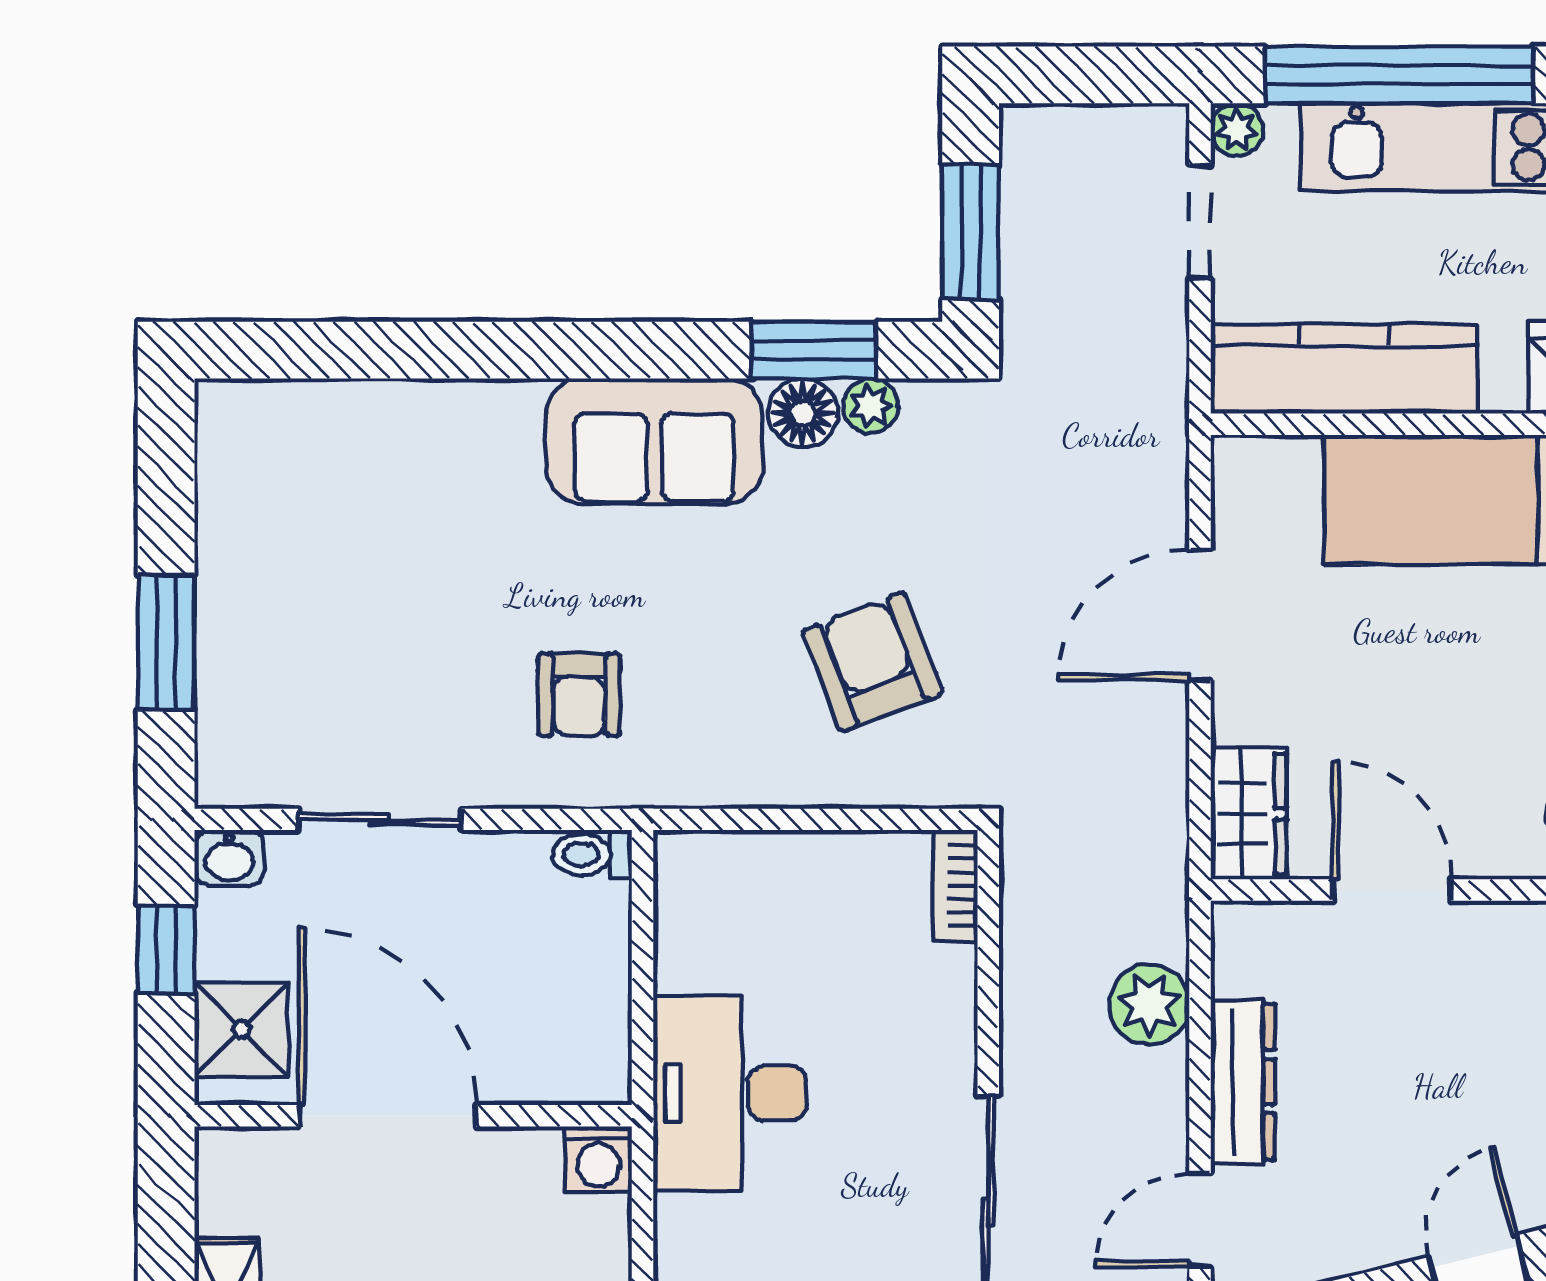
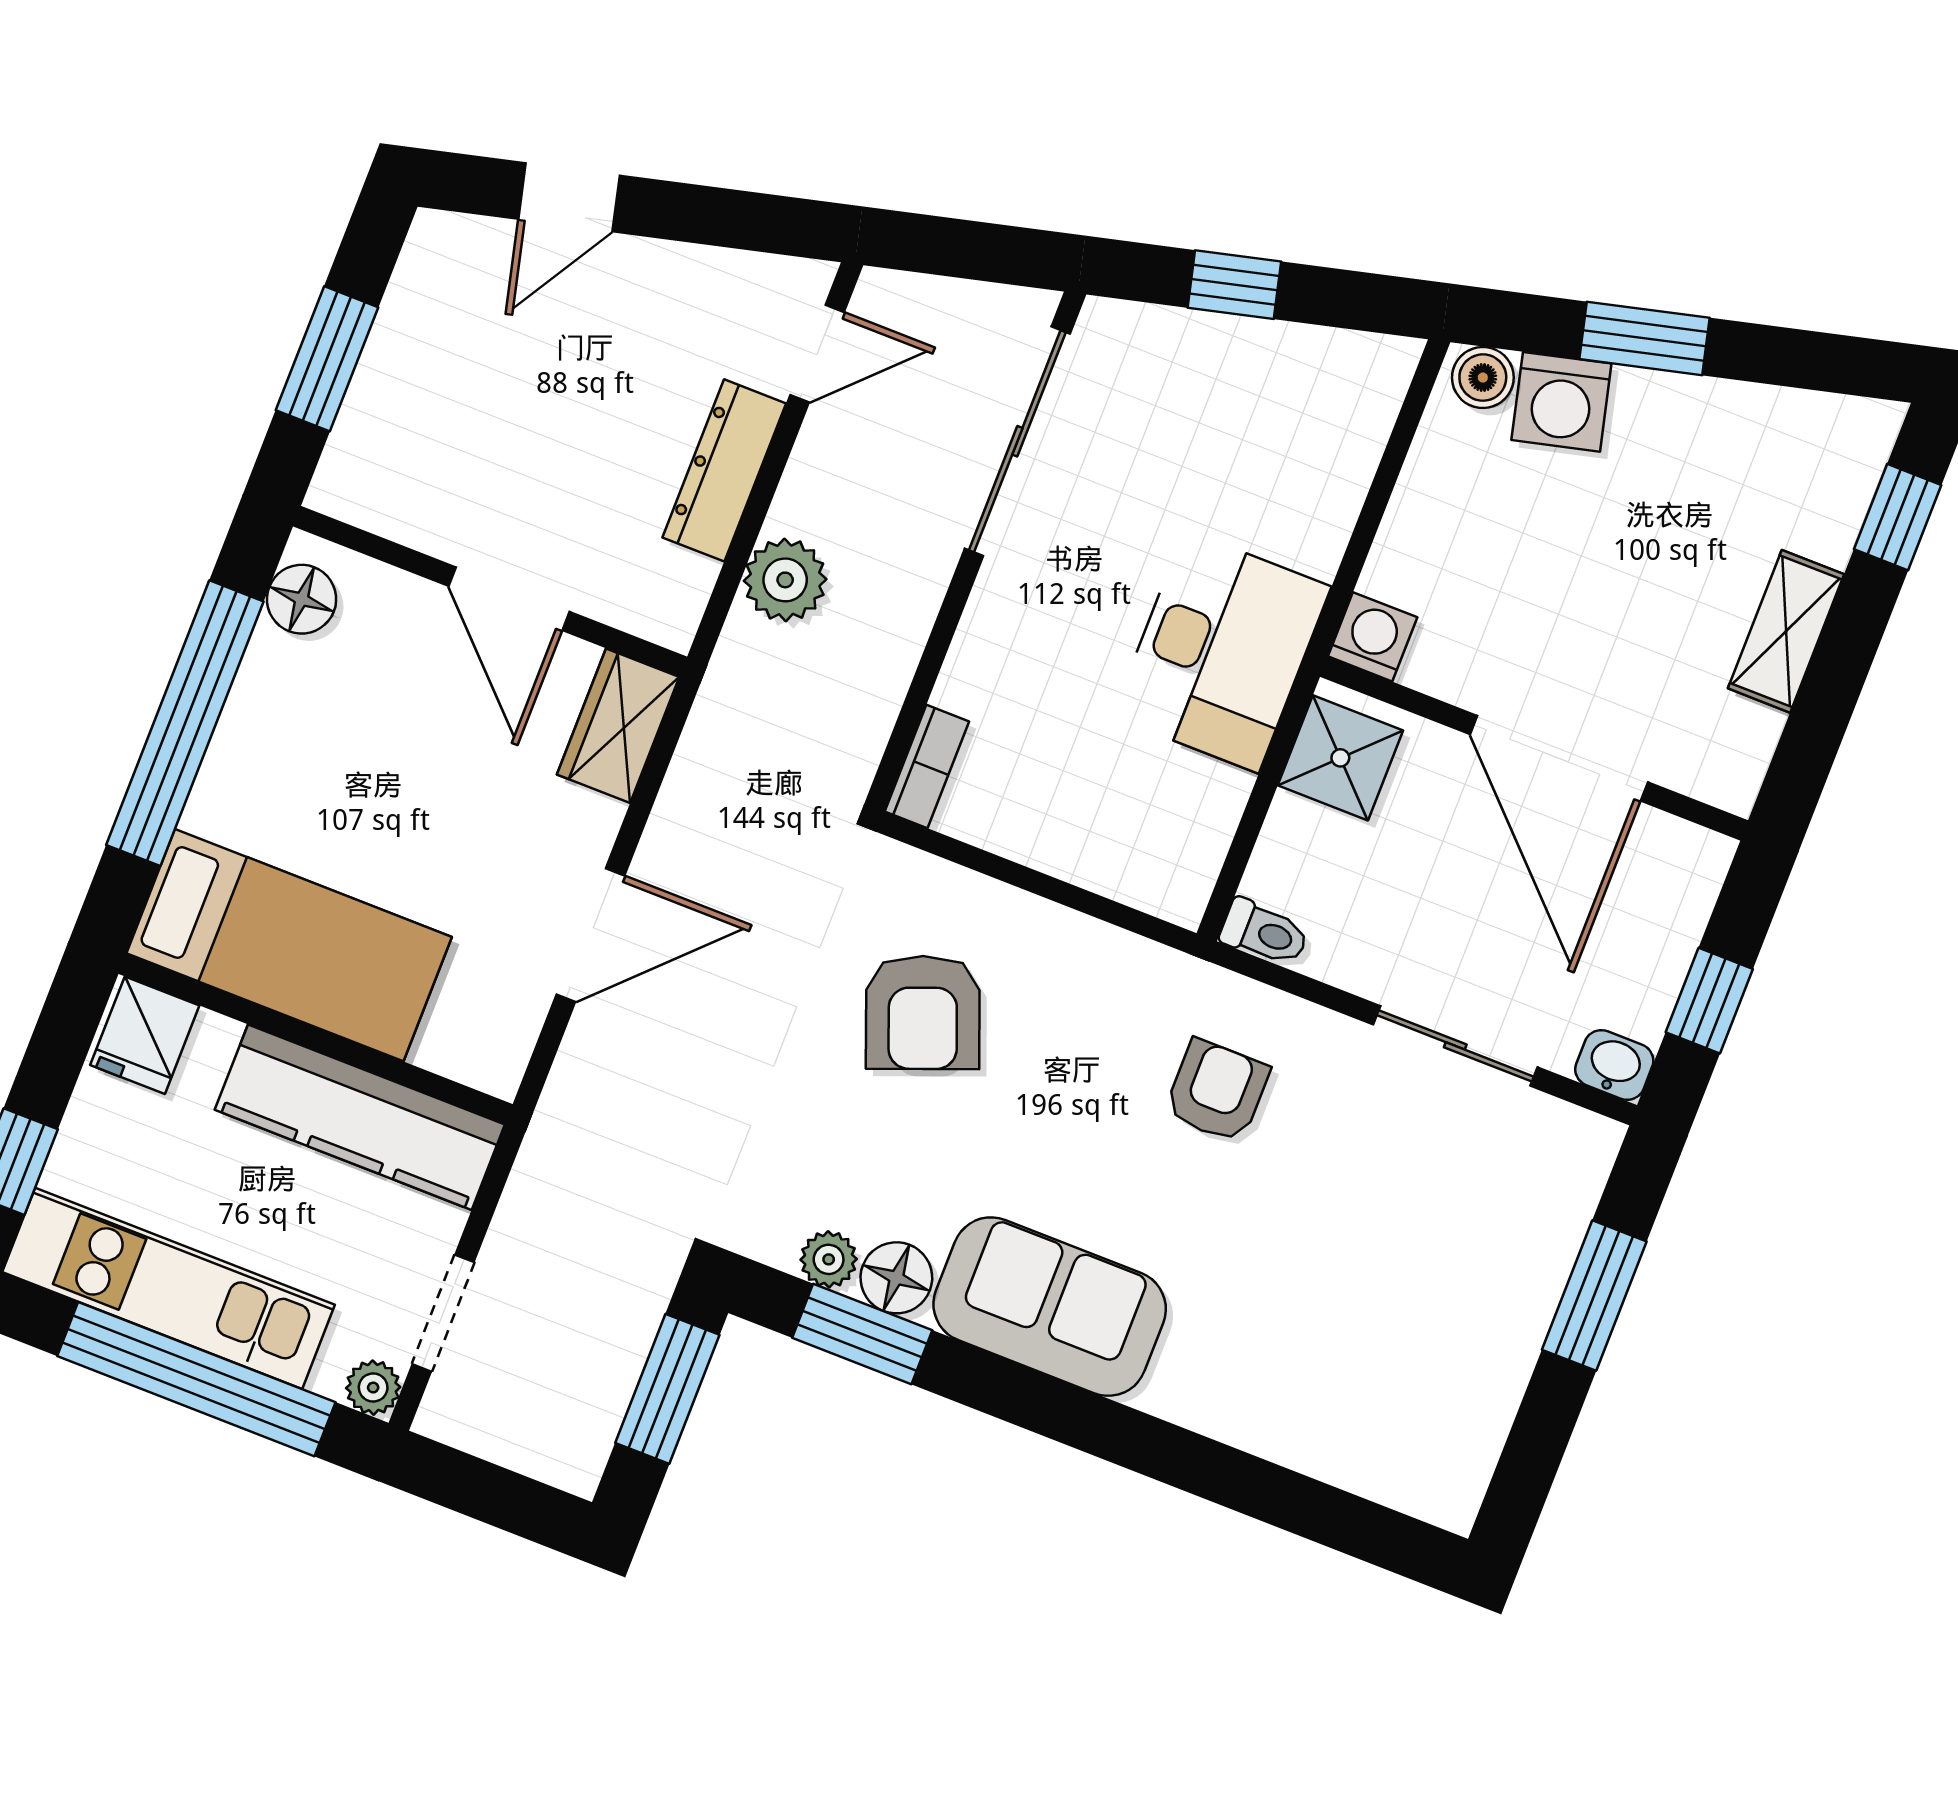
shower: (241, 1029) -> (1340, 758), moved

